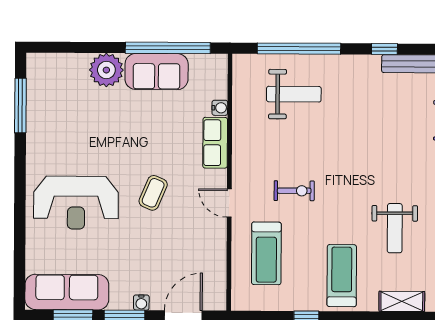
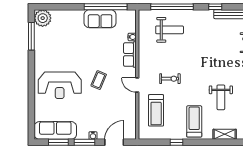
plant: (106, 70) -> (43, 18), moved

